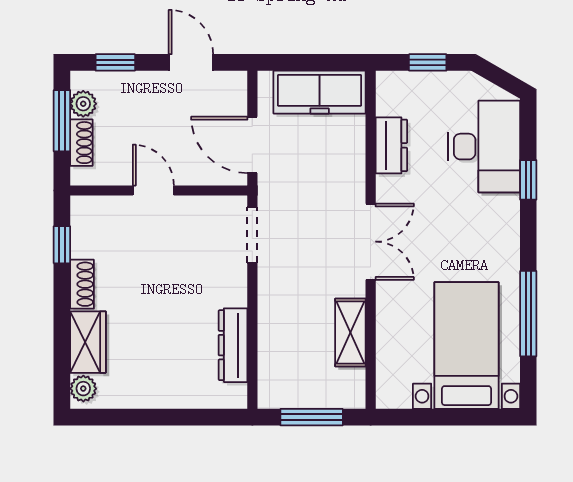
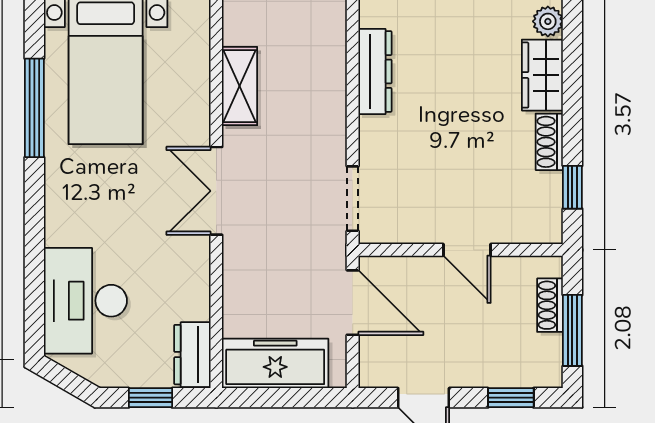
plant: (83, 104) -> (548, 350), removed
dresser: (391, 145) -> (192, 355), moved
window: (528, 180) -> (34, 262), removed

